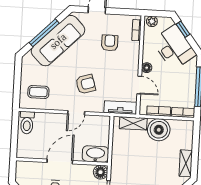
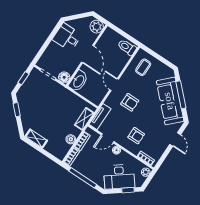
armchair: (110, 43) -> (136, 136), moved
armchair: (86, 84) -> (130, 102), turned -73
boiler: (159, 130) -> (71, 139), width x0.54, depth x0.54
plant: (24, 169) -> (97, 27), added

